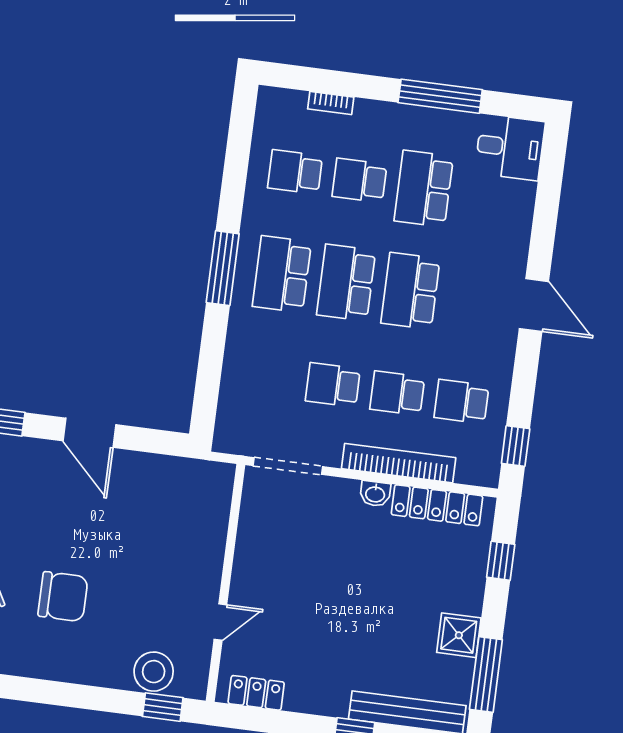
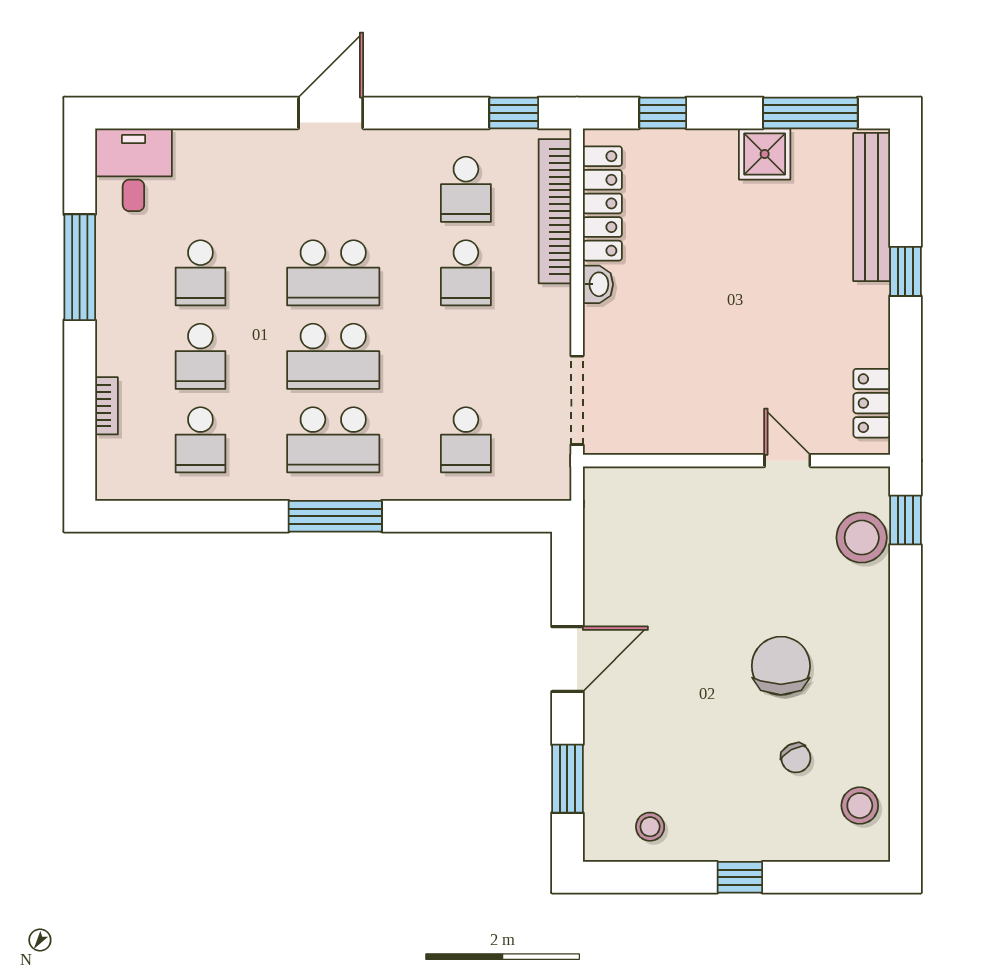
school desk: (424, 189) -> (200, 273), width x0.54
school desk: (333, 385) -> (466, 440), moved
bookcase: (399, 463) -> (555, 211), moved

